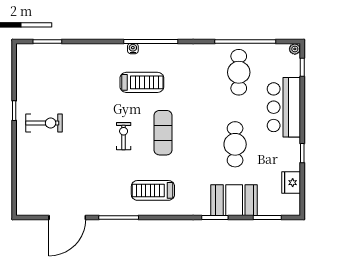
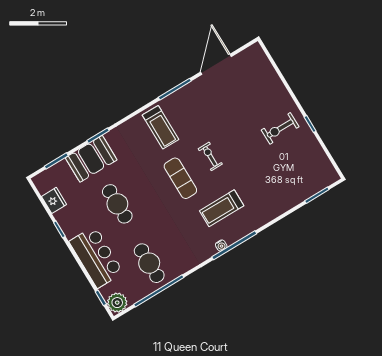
water cooler: (133, 49) -> (221, 245), moved
plant: (295, 49) -> (117, 303), width x1.88, depth x1.88
exercise bike: (124, 136) -> (210, 156), turned 180
treadmill: (153, 190) -> (161, 127), turned 90

